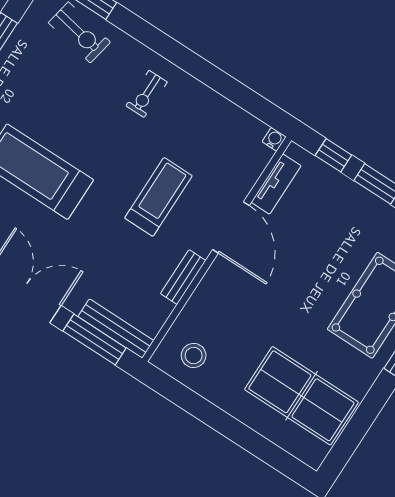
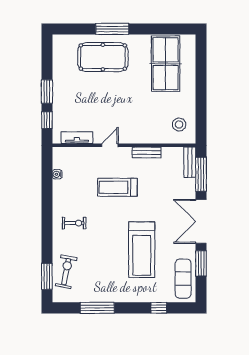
water cooler: (274, 139) -> (57, 174), moved
door: (231, 227) -> (110, 145), width x0.53
bench: (116, 329) -> (190, 162), width x0.73

